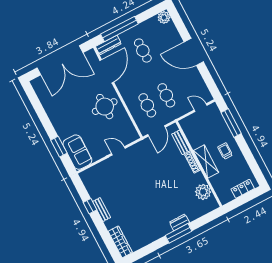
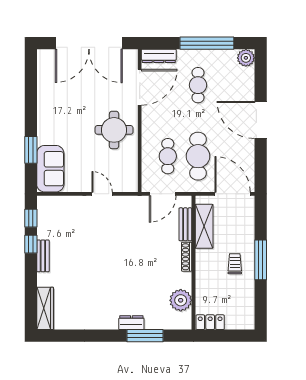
window: (119, 29) -> (207, 43), moved
cafe table: (166, 95) -> (198, 156), width x1.37, depth x1.35
door: (201, 108) -> (233, 194), width x1.87
window: (231, 123) -> (261, 260), moved
shelving: (206, 161) -> (204, 226), moved
locker: (243, 189) -> (210, 322), moved
window: (81, 190) -> (31, 218), added
window: (179, 233) -> (145, 336), moved

